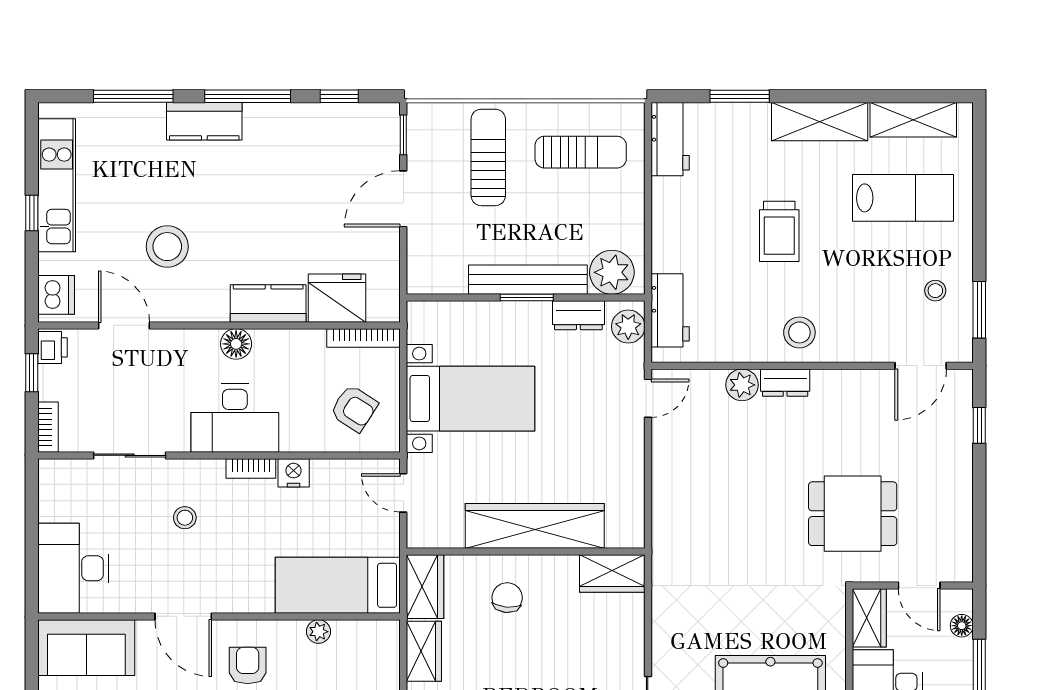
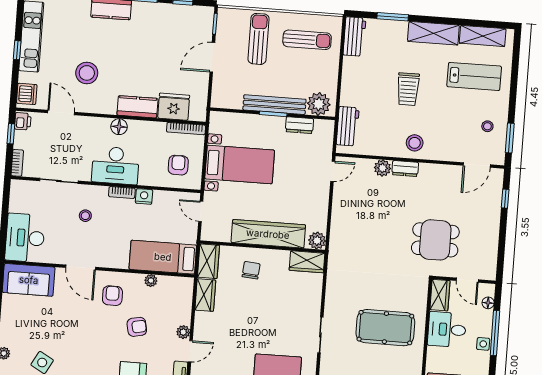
plant: (628, 326) -> (317, 241), moved
armchair: (354, 408) -> (178, 165), turned -123

